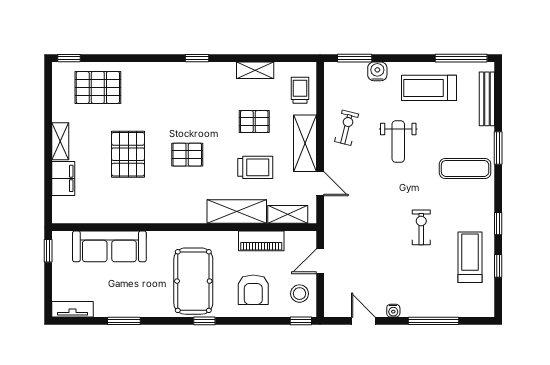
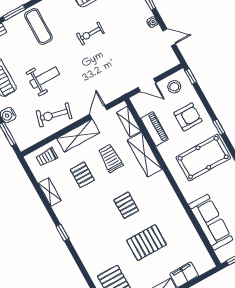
exercise bike: (347, 128) -> (54, 115), width x1.38, depth x1.39
window: (204, 321) -> (219, 127), moved
door: (363, 321) -> (169, 37), swing flipped

